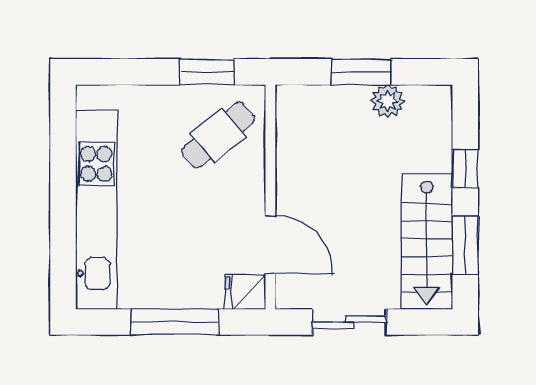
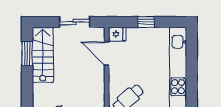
window: (465, 169) -> (27, 85), removed
window: (174, 322) -> (146, 22), width x0.46

